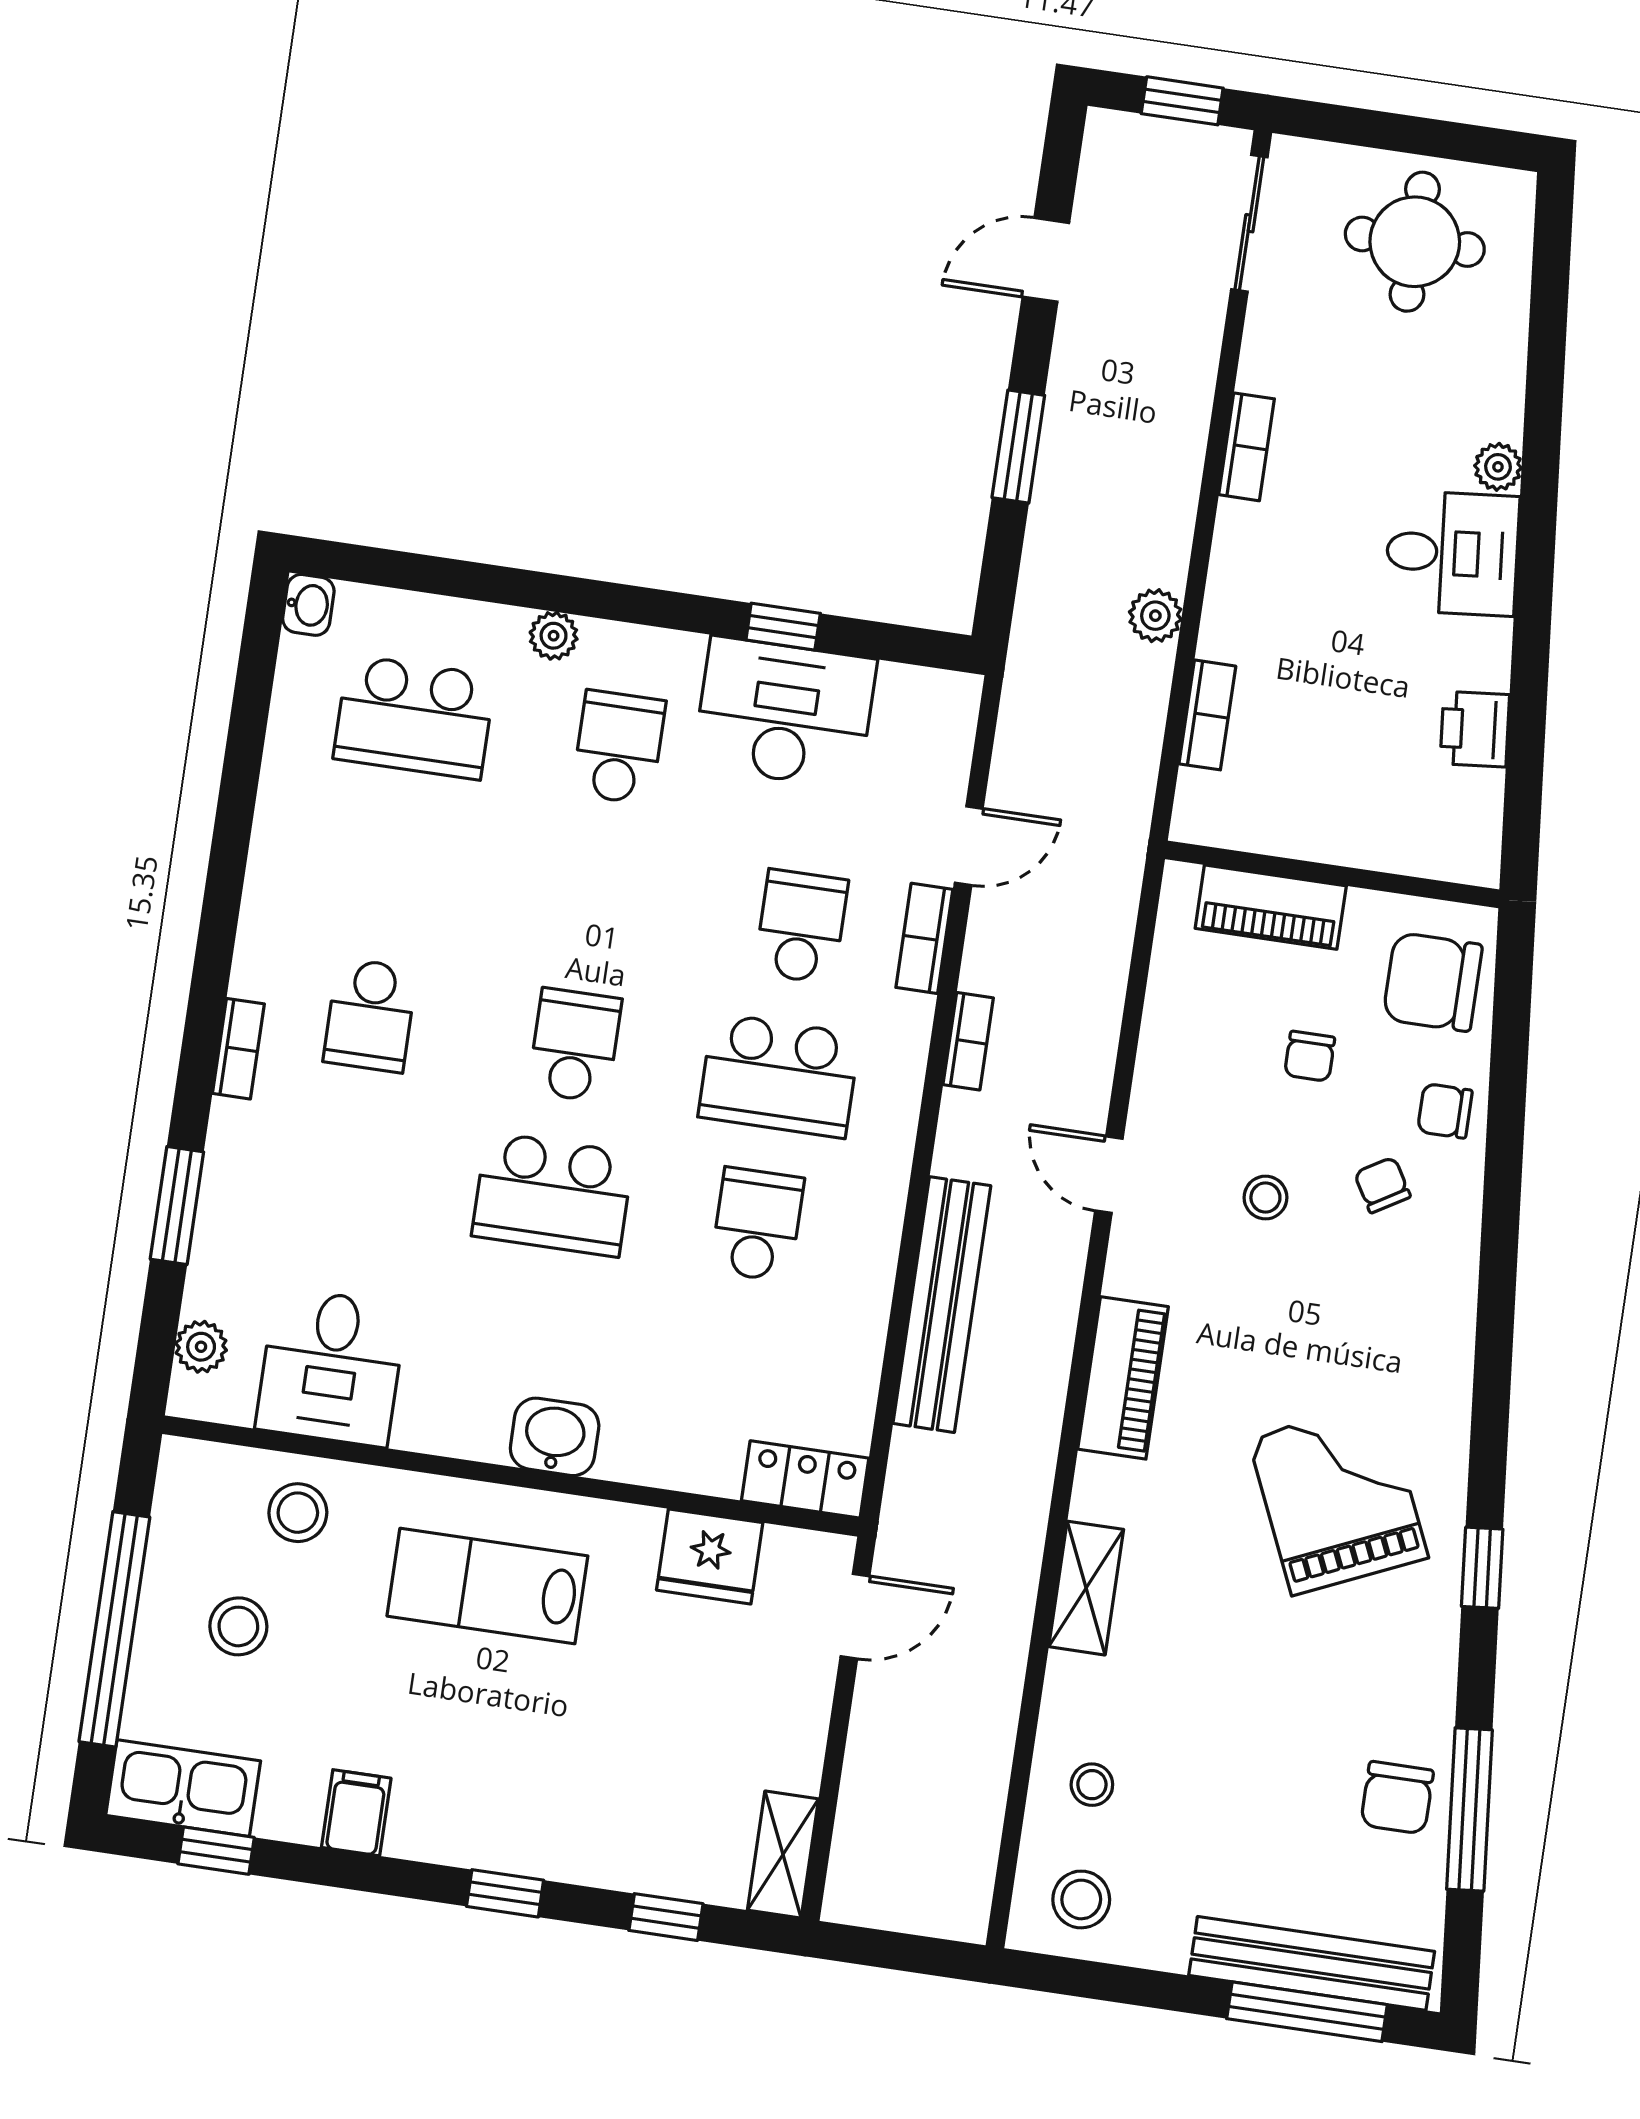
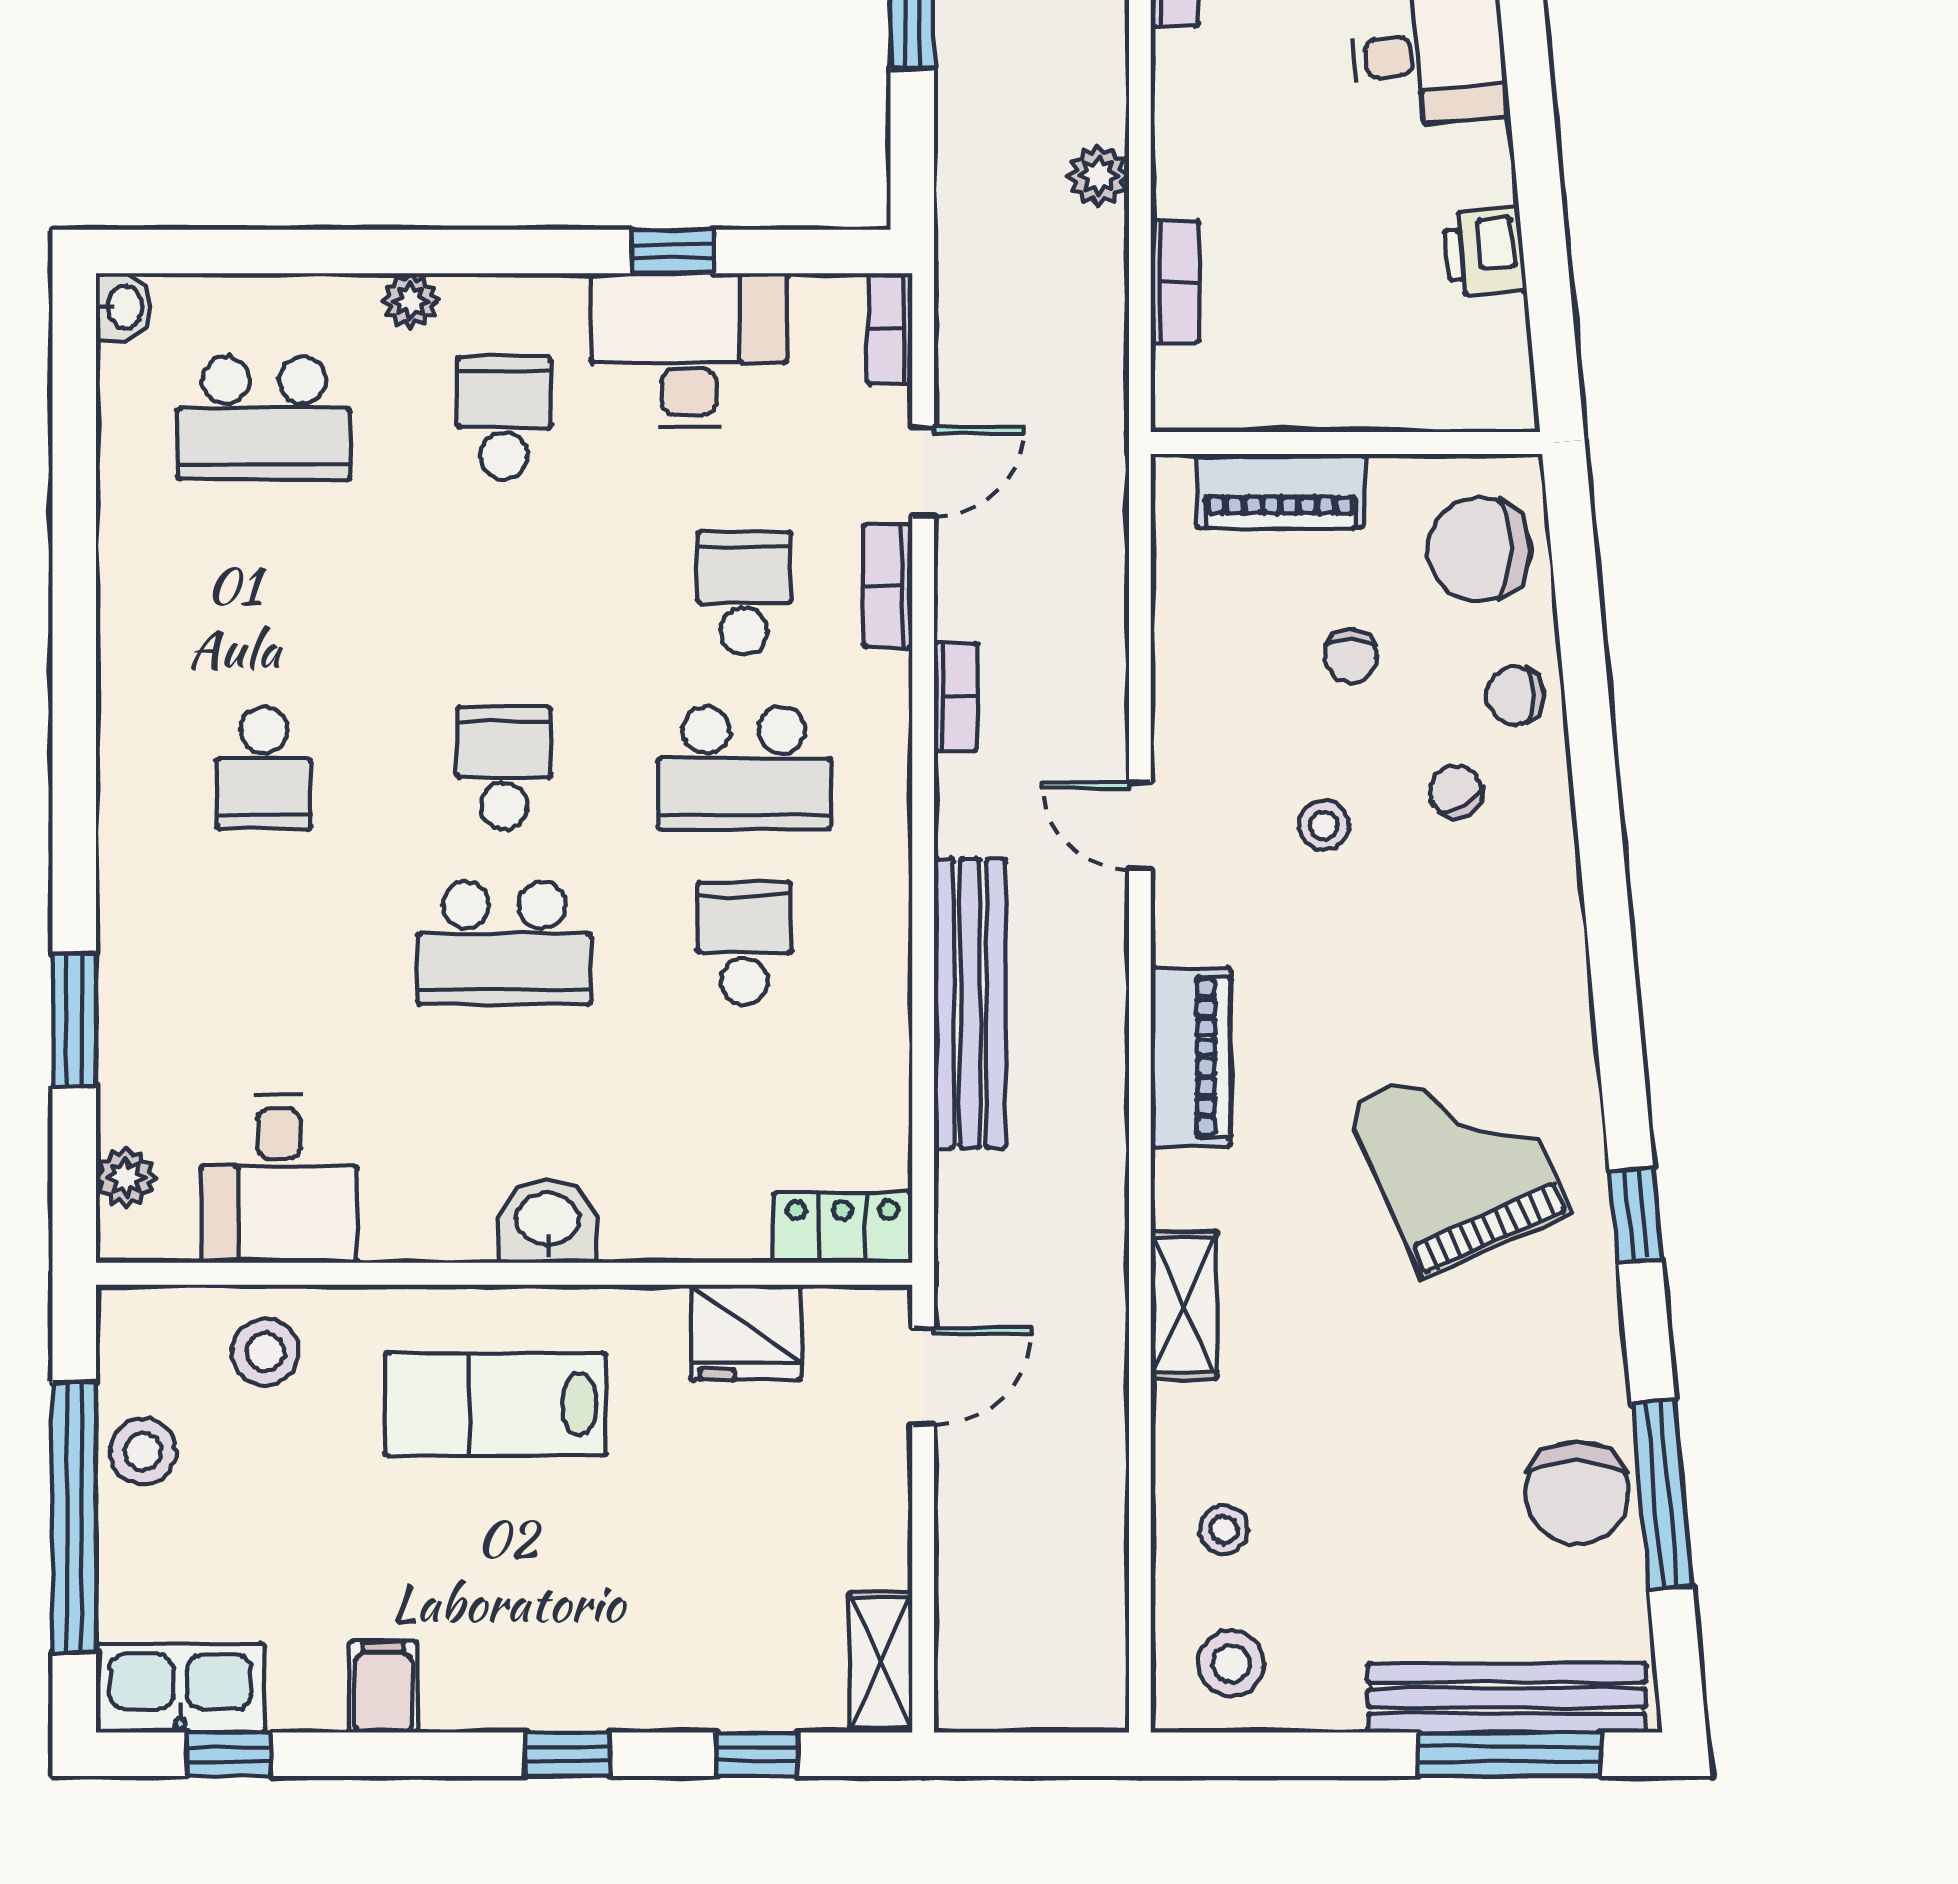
bookcase: (238, 1049) -> (890, 329), moved, turned 180
stool: (238, 1626) -> (143, 1452), moved
chair: (1397, 1798) -> (1577, 1493), width x1.37, depth x1.37

